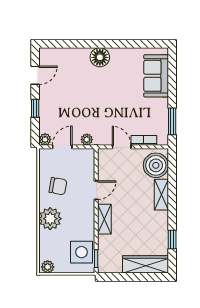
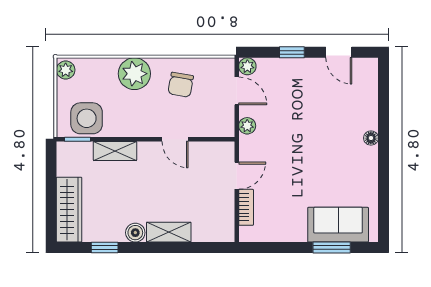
floor lamp: (100, 57) -> (371, 138), width x0.53, depth x0.53
window: (172, 121) -> (332, 248), moved
boiler: (156, 165) -> (135, 233), moved, width x0.54, depth x0.54
shelving: (104, 219) -> (115, 151), moved

